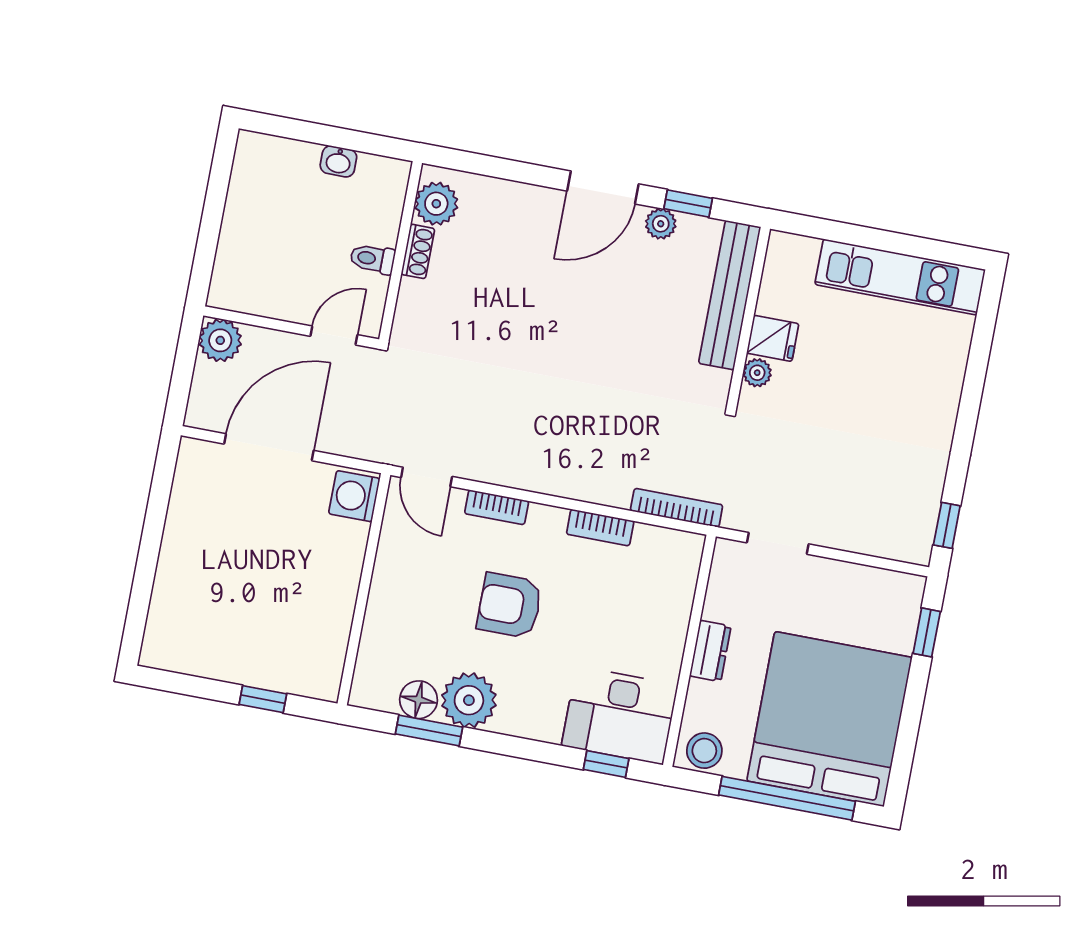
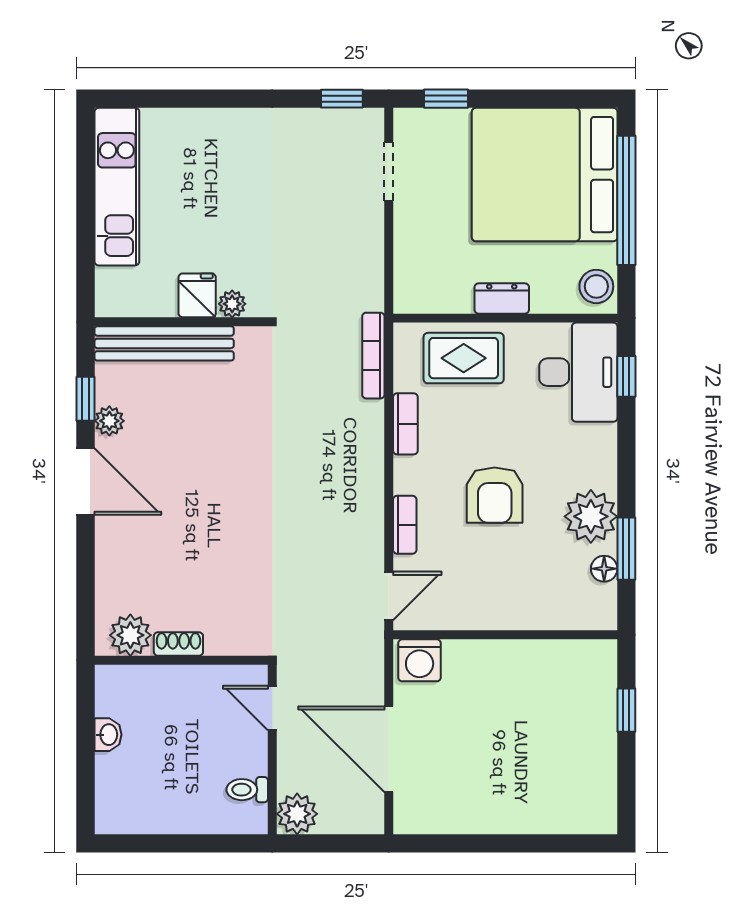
toilet: (373, 259) -> (247, 790), moved, turned 90
doorway: (778, 543) -> (389, 171), moved
rug: (656, 600) -> (464, 358), added
floor lamp: (419, 700) -> (604, 569), width x0.73, depth x0.73

